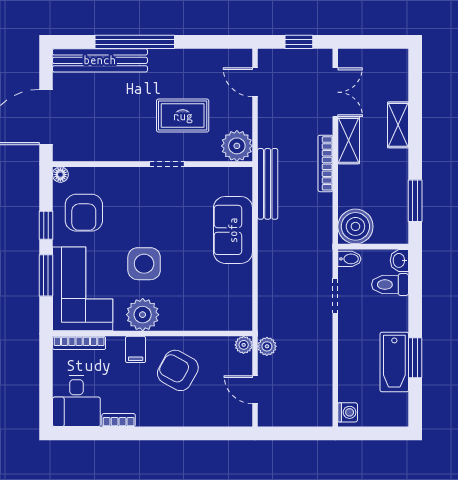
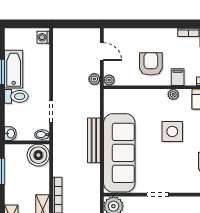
bench: (268, 184) -> (94, 140), moved
sofa: (233, 230) -> (119, 153), width x1.85, depth x1.27
toilet: (390, 285) -> (16, 96), moved
plant: (143, 315) -> (173, 94), width x0.53, depth x0.53
armchair: (178, 370) -> (151, 64), turned -119

